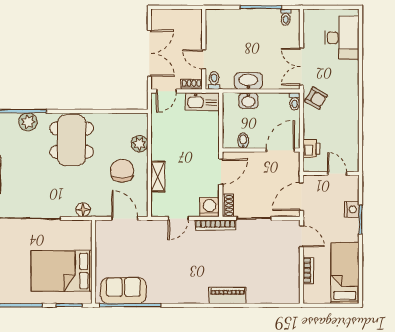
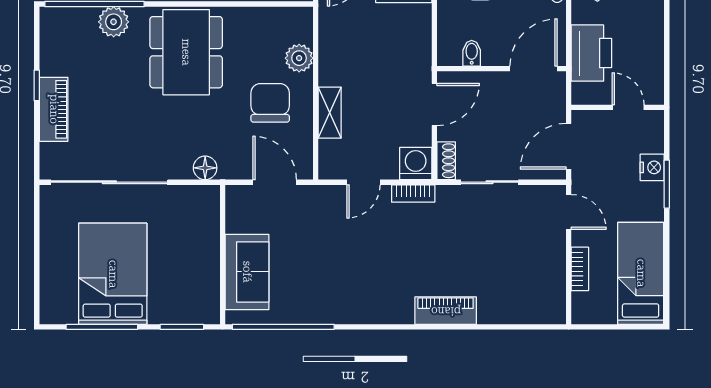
printer: (311, 149) -> (591, 53), width x1.87, depth x1.48
bookcase: (215, 225) -> (413, 193), width x0.64
bed: (62, 271) -> (113, 274), moved, turned 90
sofa: (123, 291) -> (247, 272), moved, turned 90

